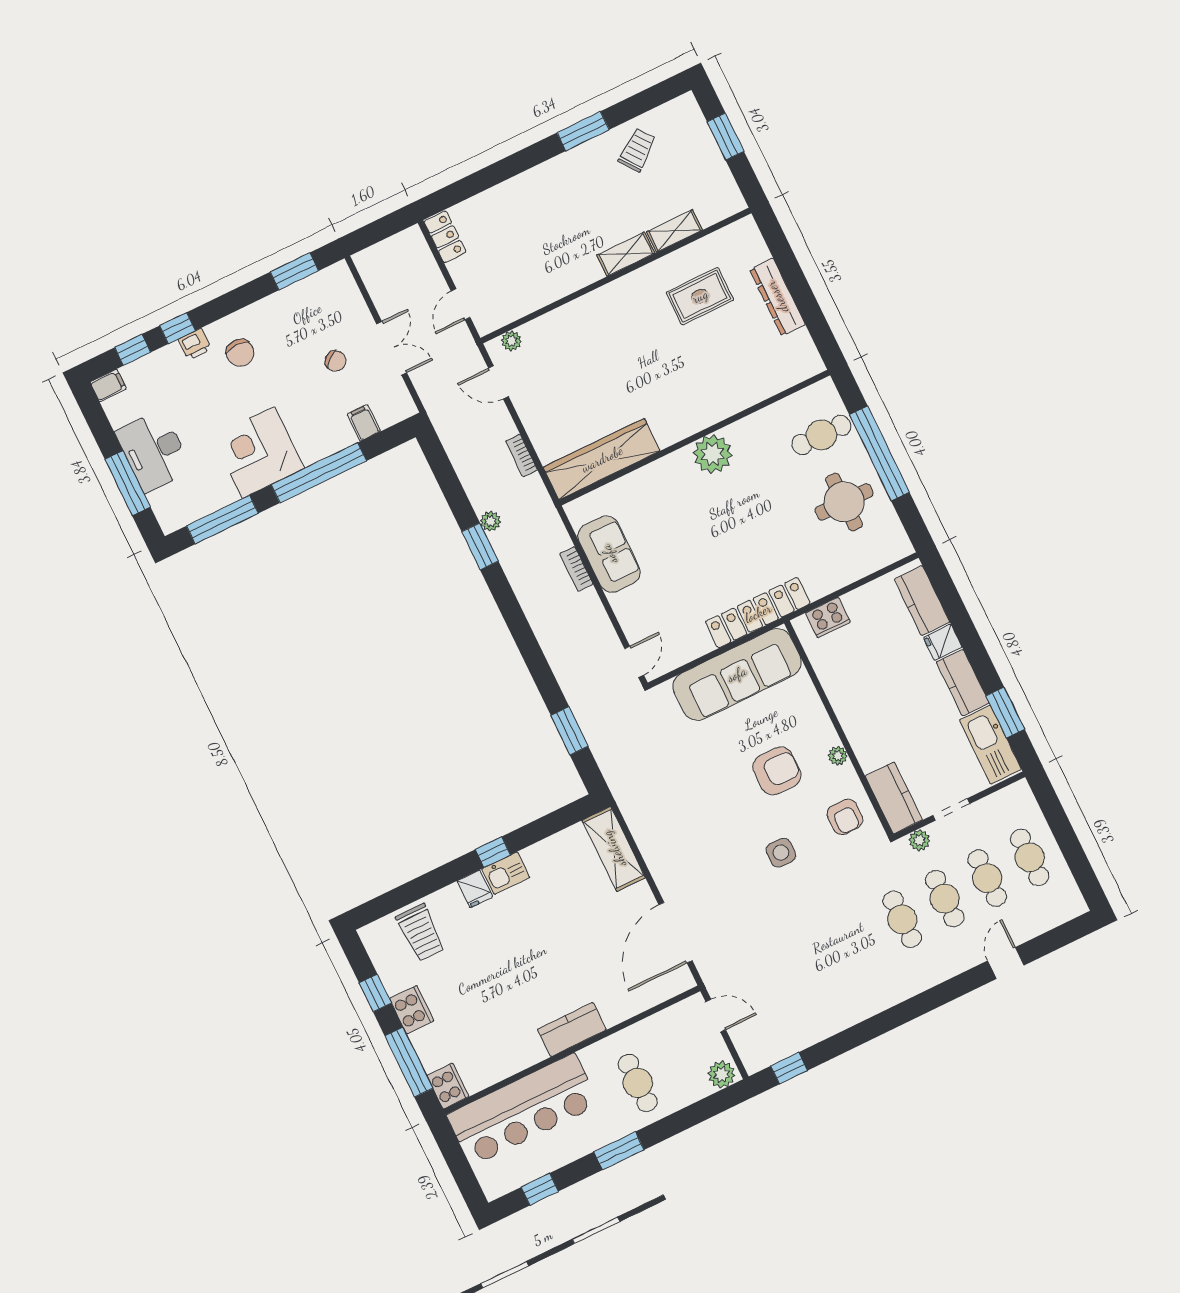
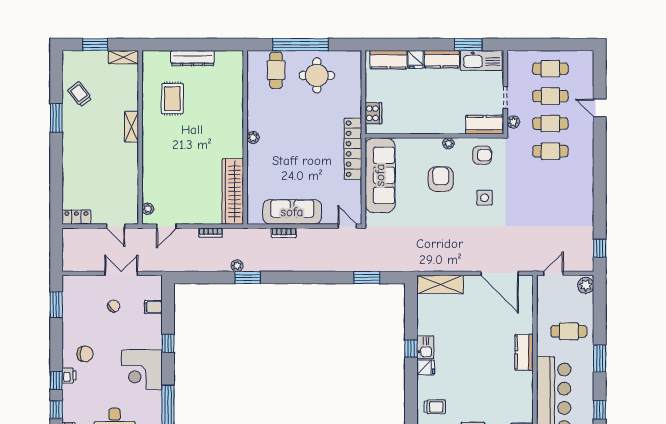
shelving: (674, 231) -> (124, 57), moved, turned 90
plant: (713, 454) -> (253, 137), width x0.53, depth x0.53
window: (319, 473) -> (168, 343), width x0.32
sofa: (609, 554) -> (292, 212), width x1.36
trolley: (421, 932) -> (435, 407), width x0.73, depth x0.72

